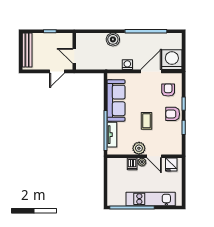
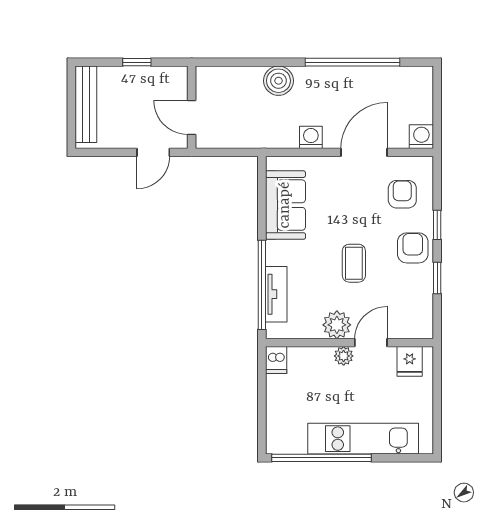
washing machine: (172, 60) -> (421, 137), width x0.53, depth x0.53
sofa: (116, 100) -> (285, 205), width x0.73
armchair: (173, 114) -> (413, 248), turned 90
door: (154, 156) -> (371, 343), swing flipped
dishwasher: (132, 164) -> (276, 360), moved

